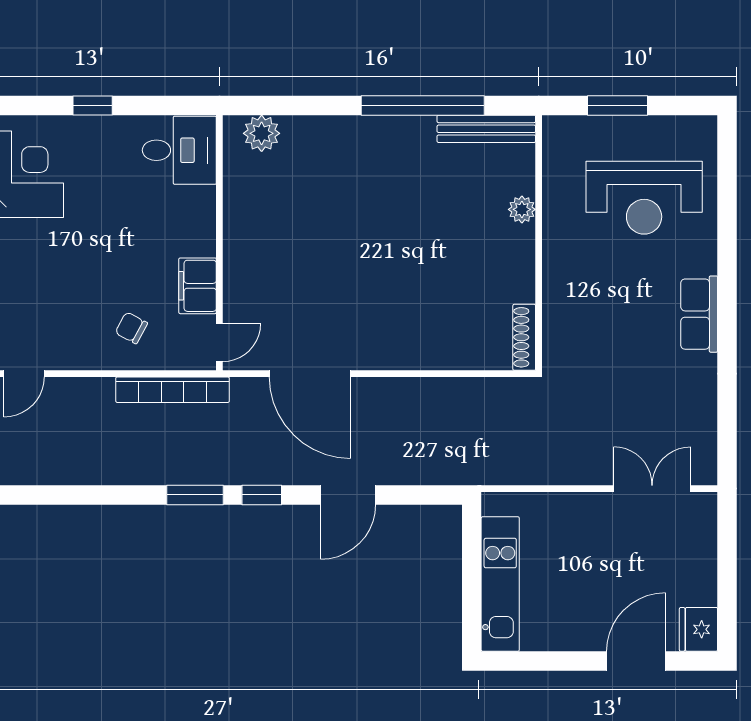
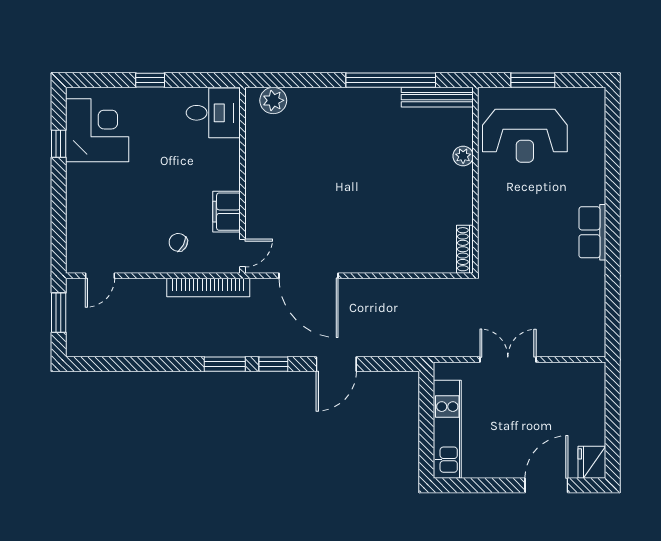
reception desk: (644, 198) -> (525, 136), moved
double door: (652, 489) -> (508, 360), moved

